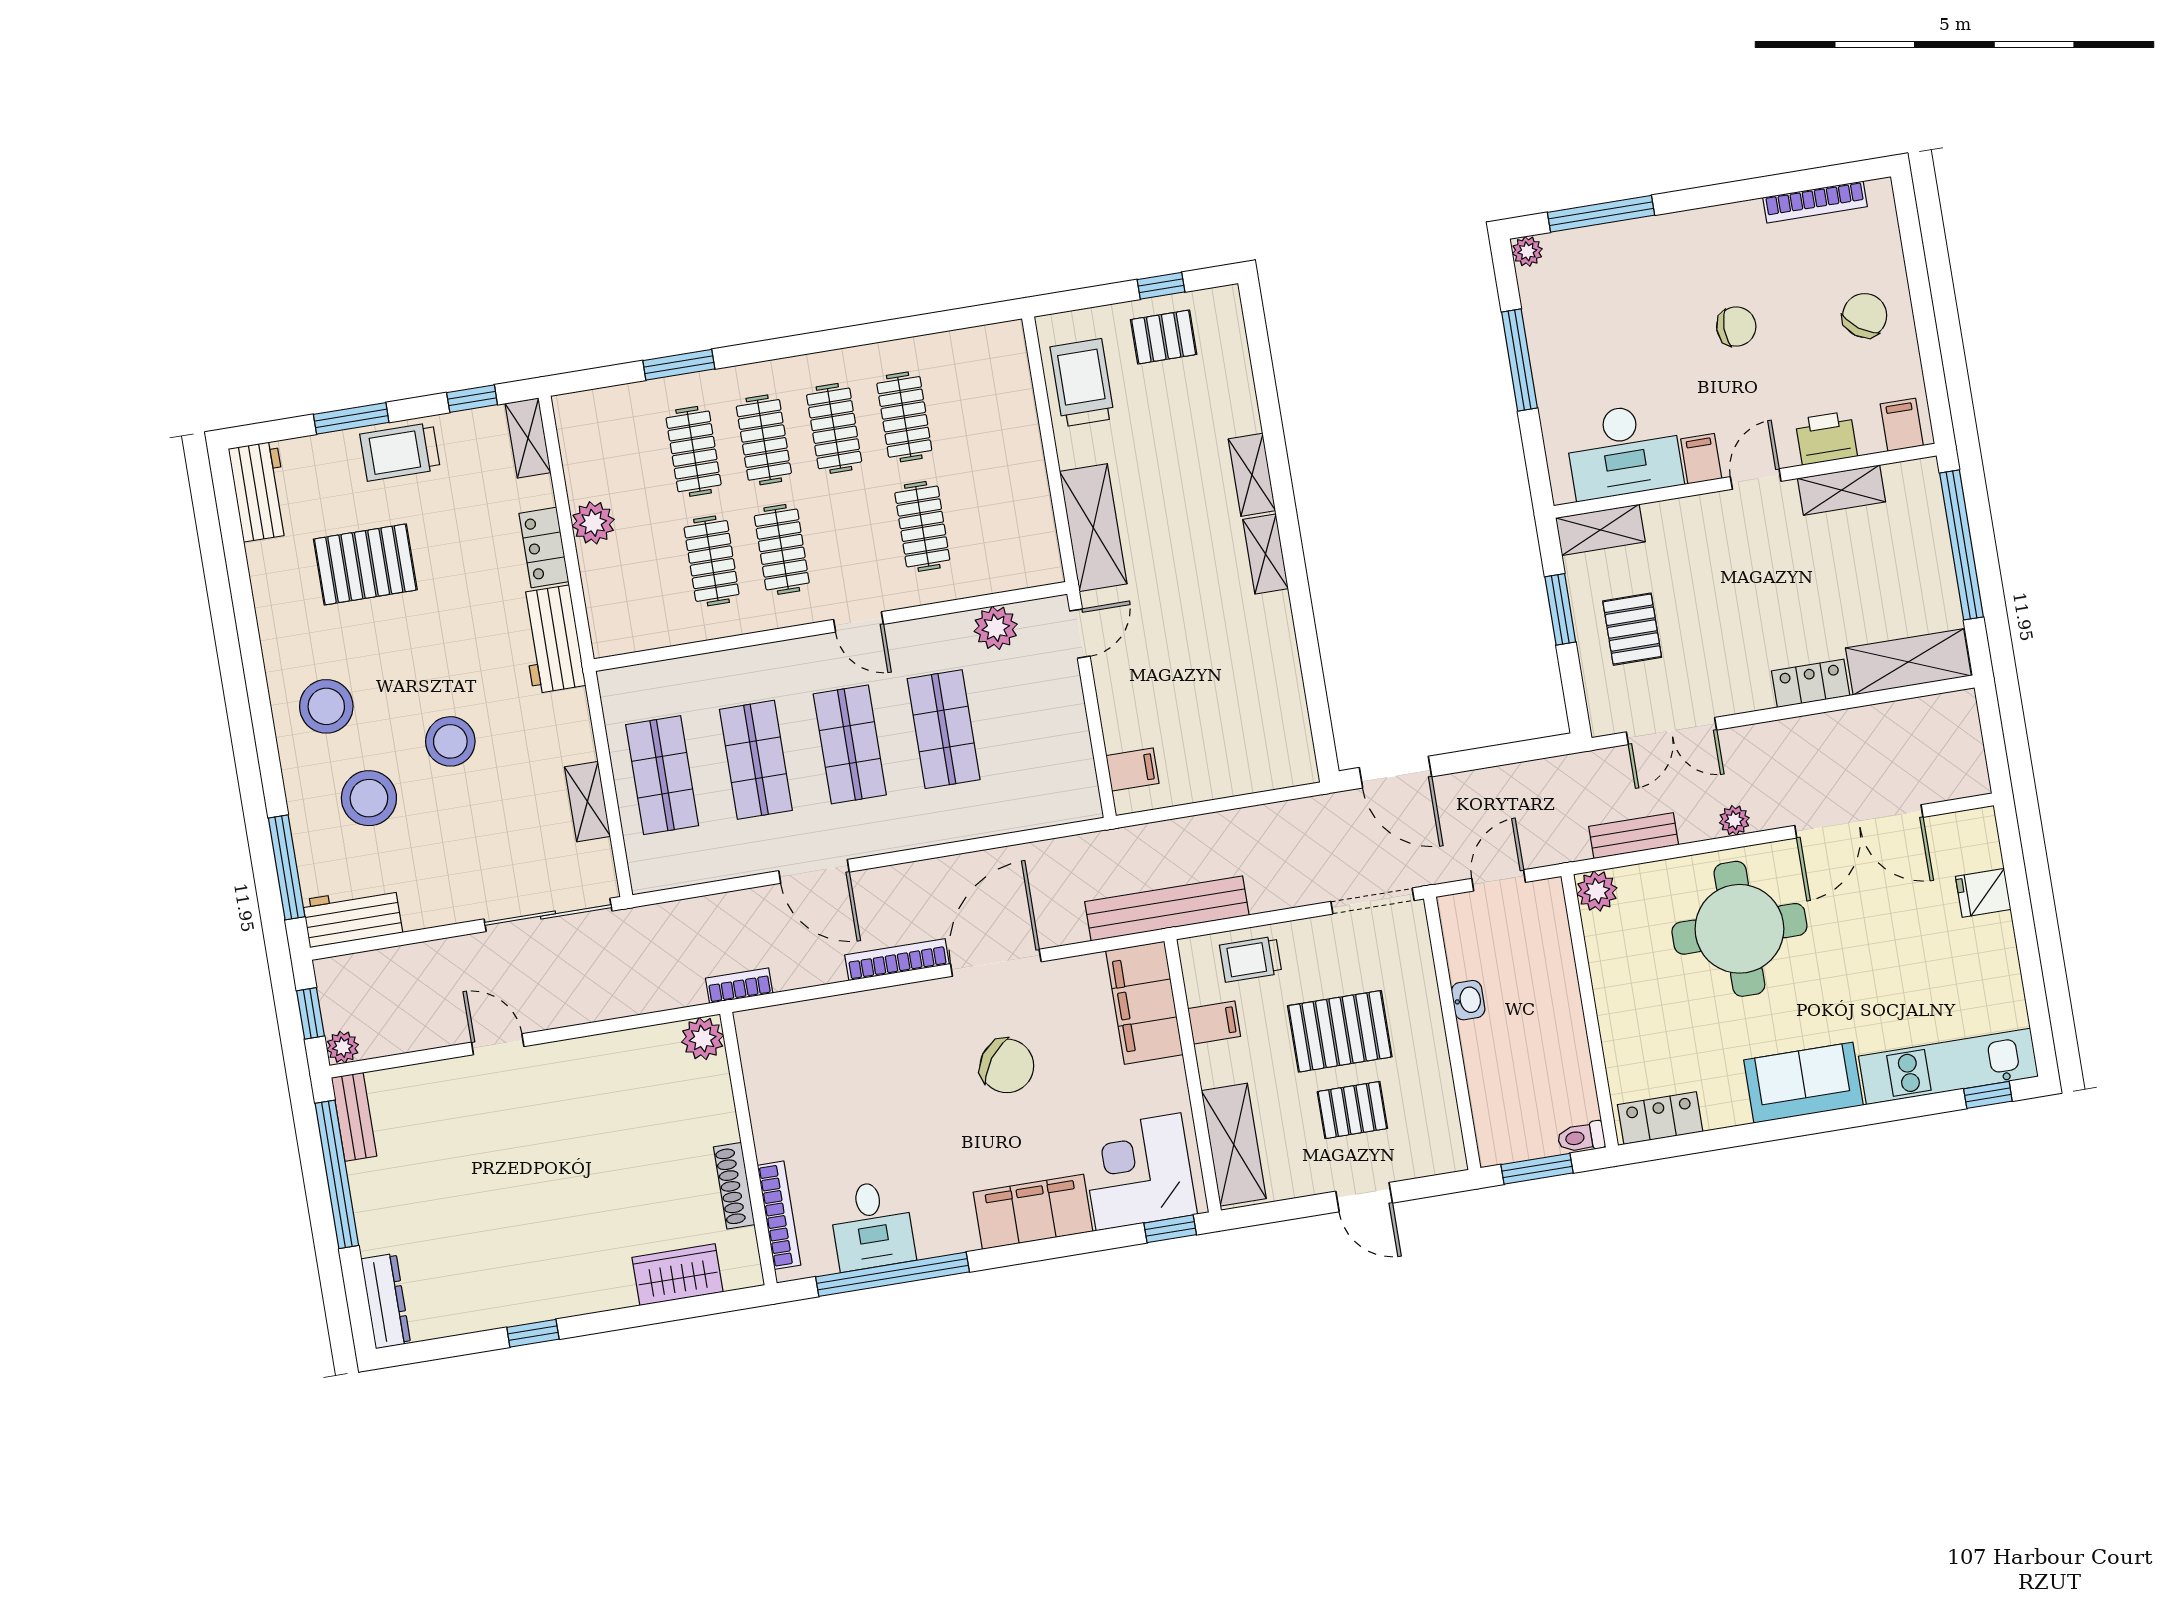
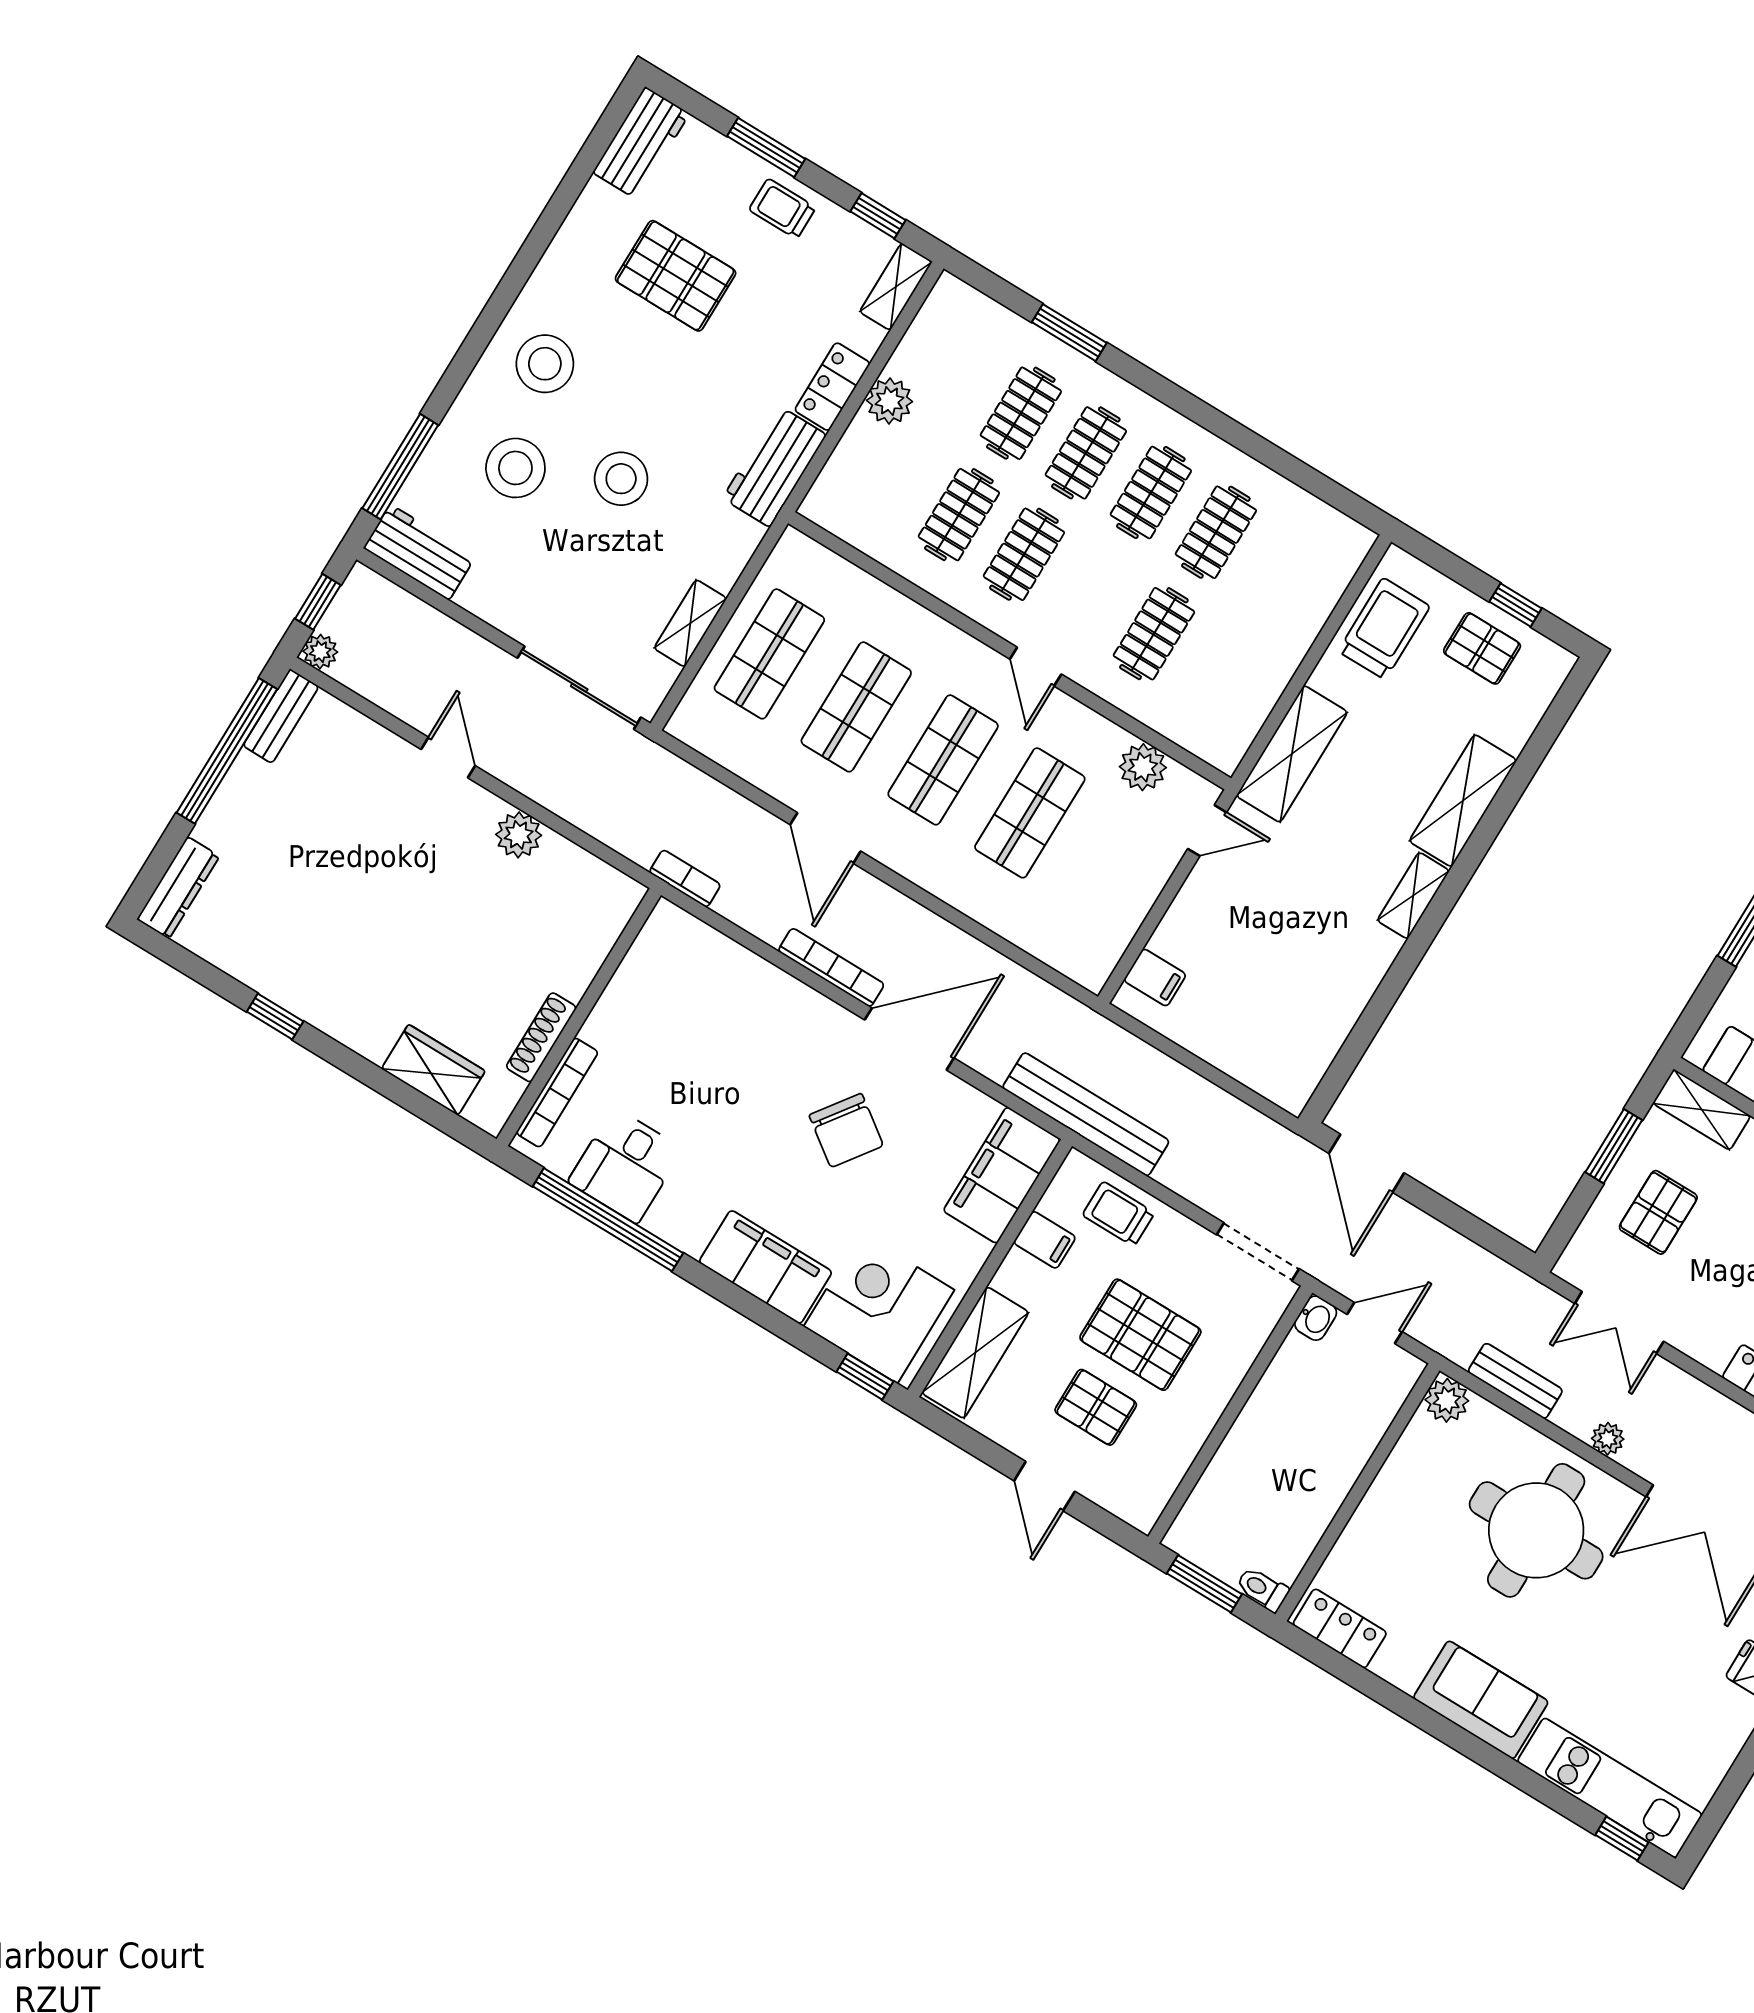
trolley: (400, 452) -> (782, 209), width x0.73, depth x0.72
shelving: (1252, 475) -> (1463, 801), width x1.50, depth x1.33
washbasin: (1468, 1000) -> (1316, 1318), moved
plant: (703, 1039) -> (519, 835), moved

